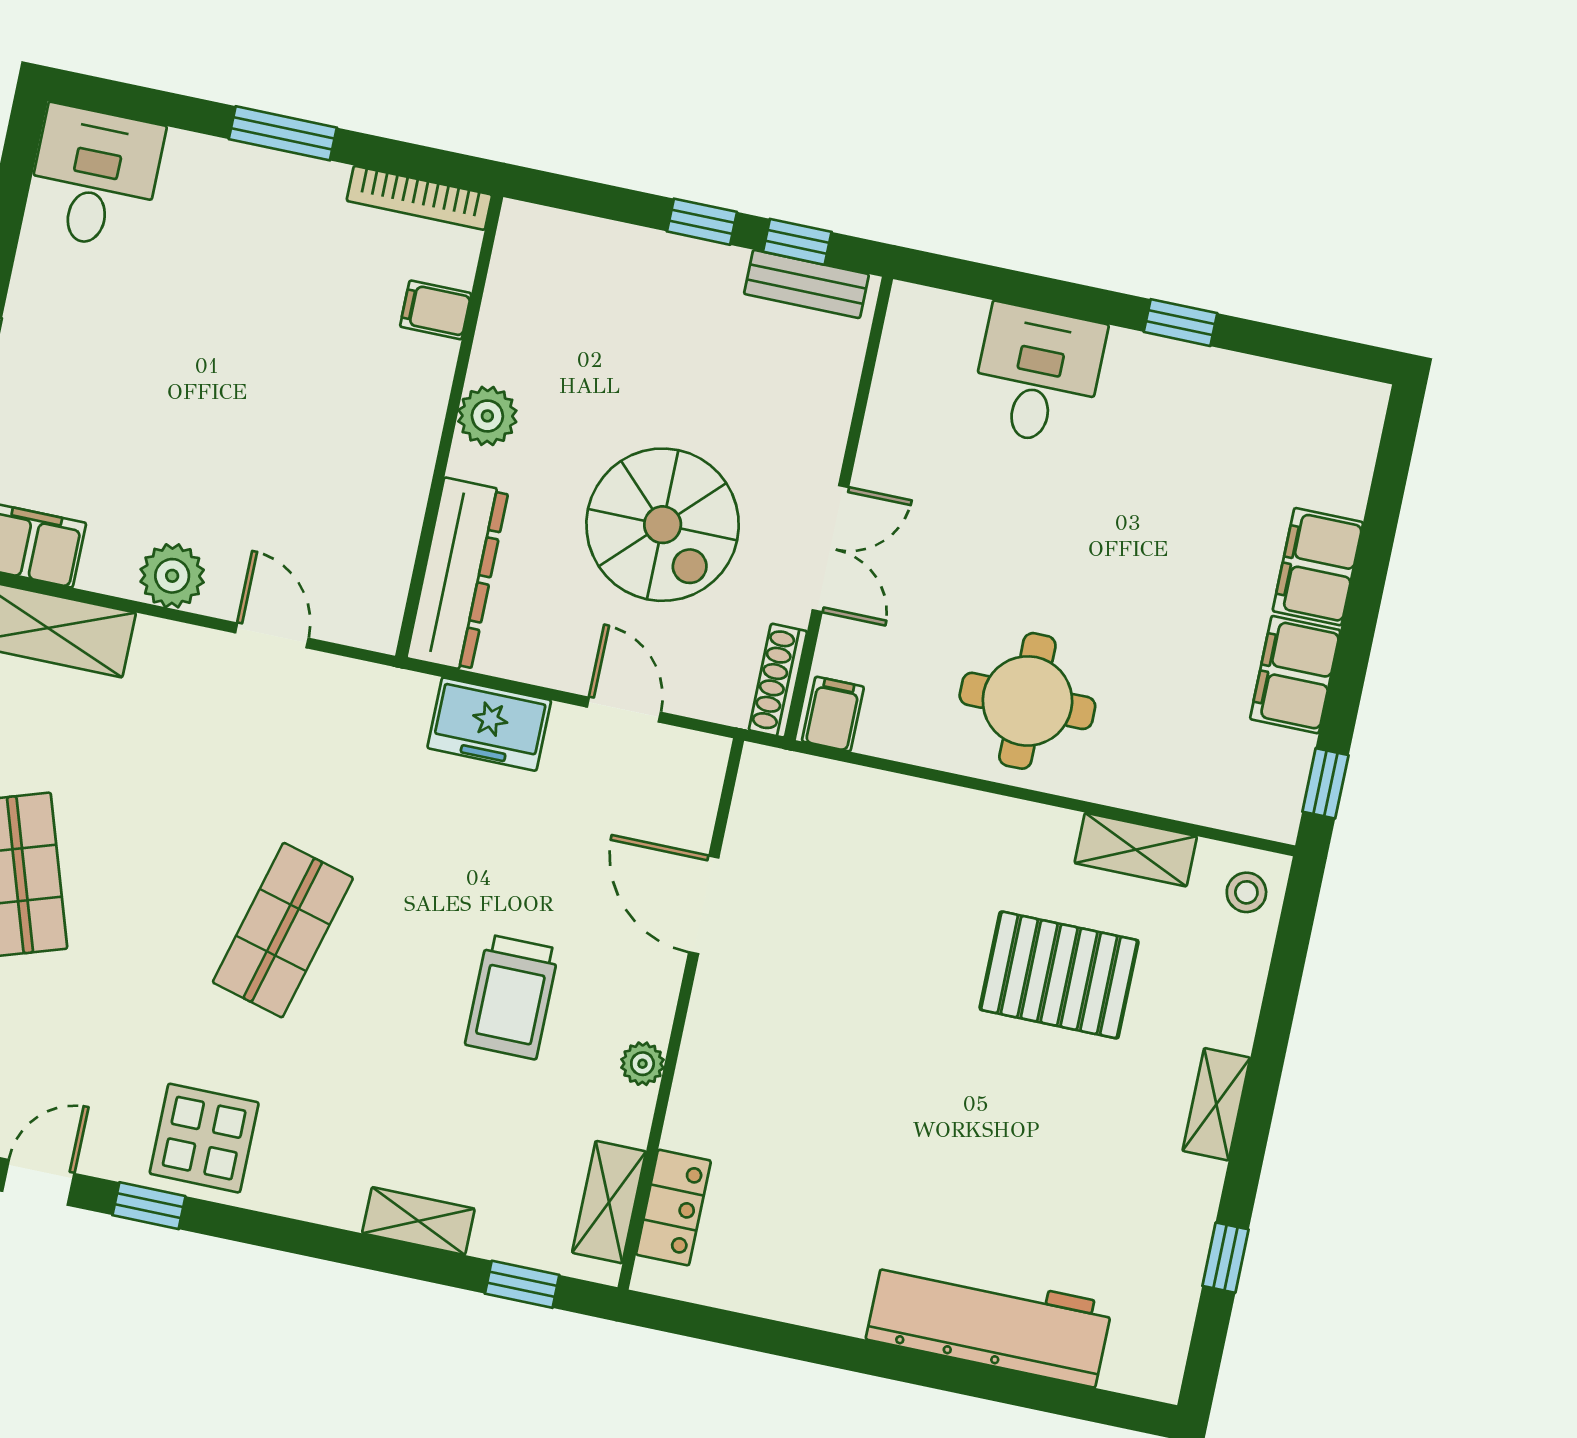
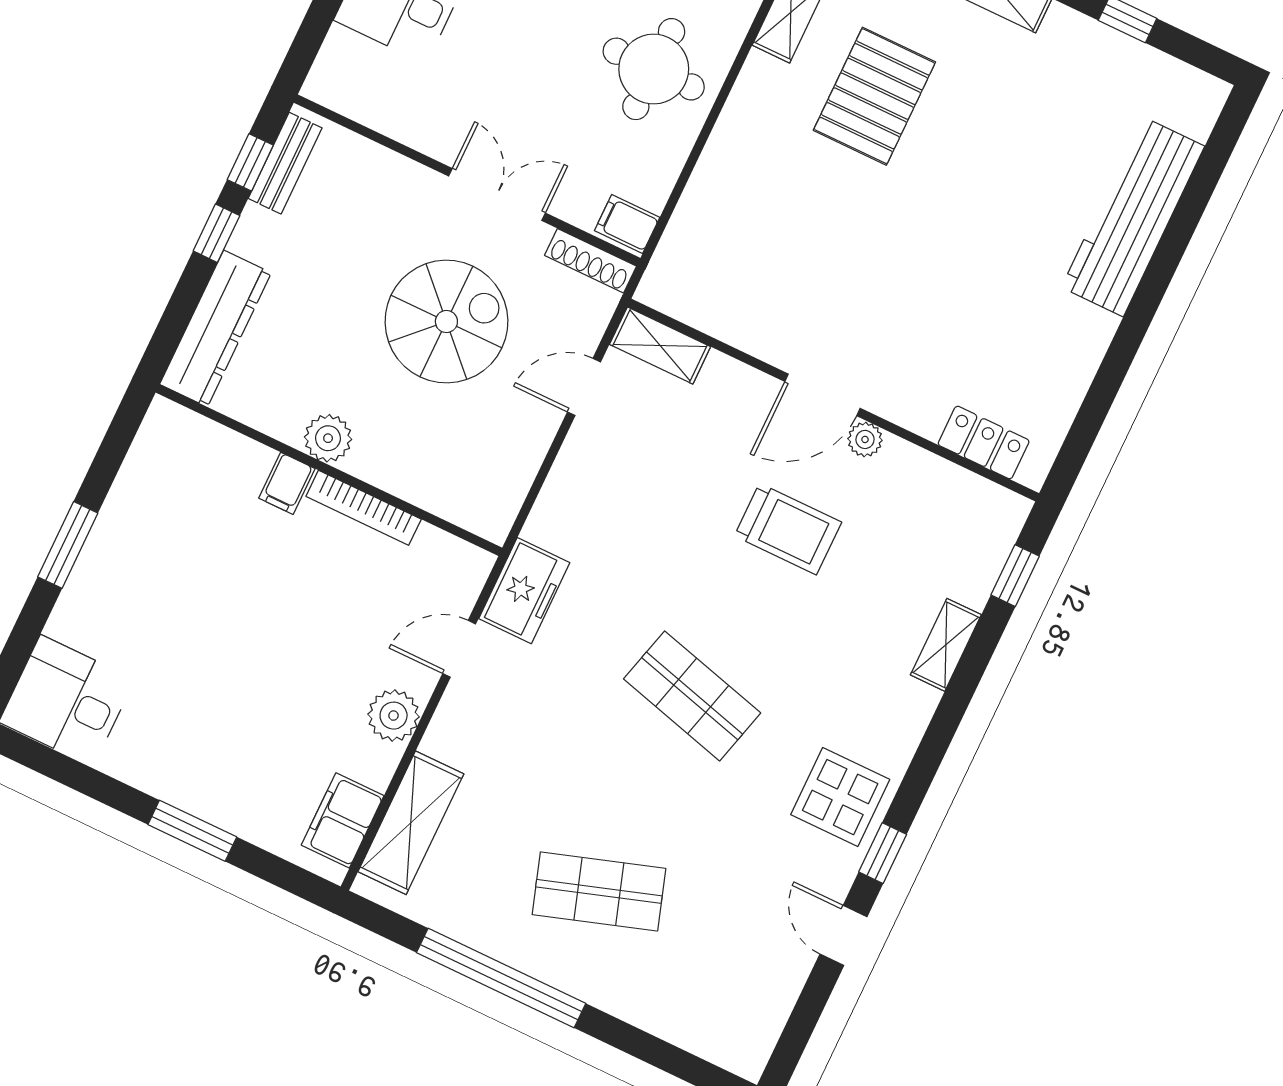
bookcase: (419, 198) -> (364, 508), moved, turned 90
filing cabinet: (436, 310) -> (287, 483), moved
dresser: (457, 574) -> (216, 328), moved, turned 90
freezer: (489, 724) -> (524, 591), moved
door: (704, 905) -> (823, 395), moved
shelving: (609, 1202) -> (660, 345), moved

